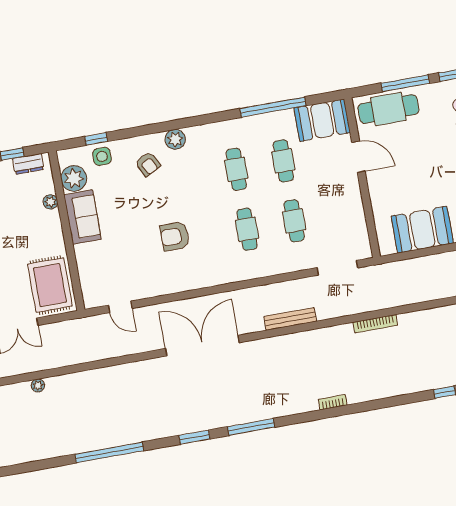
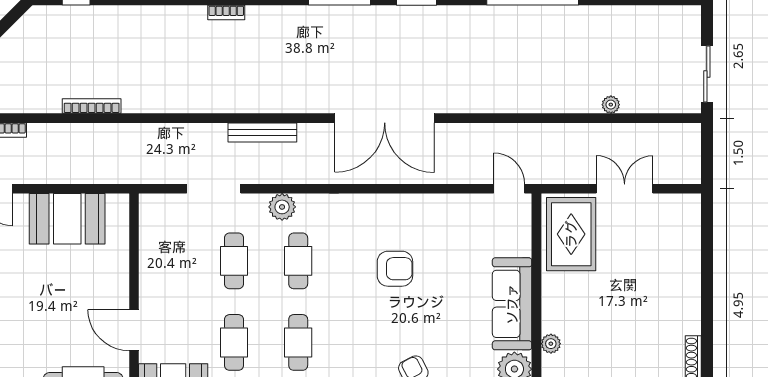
sofa: (83, 217) -> (512, 304), width x1.36
plant: (266, 267) -> (282, 207), added
doorway: (337, 268) -> (214, 189), moved
door: (120, 307) -> (509, 189), moved
bookcase: (375, 324) -> (92, 106), moved

